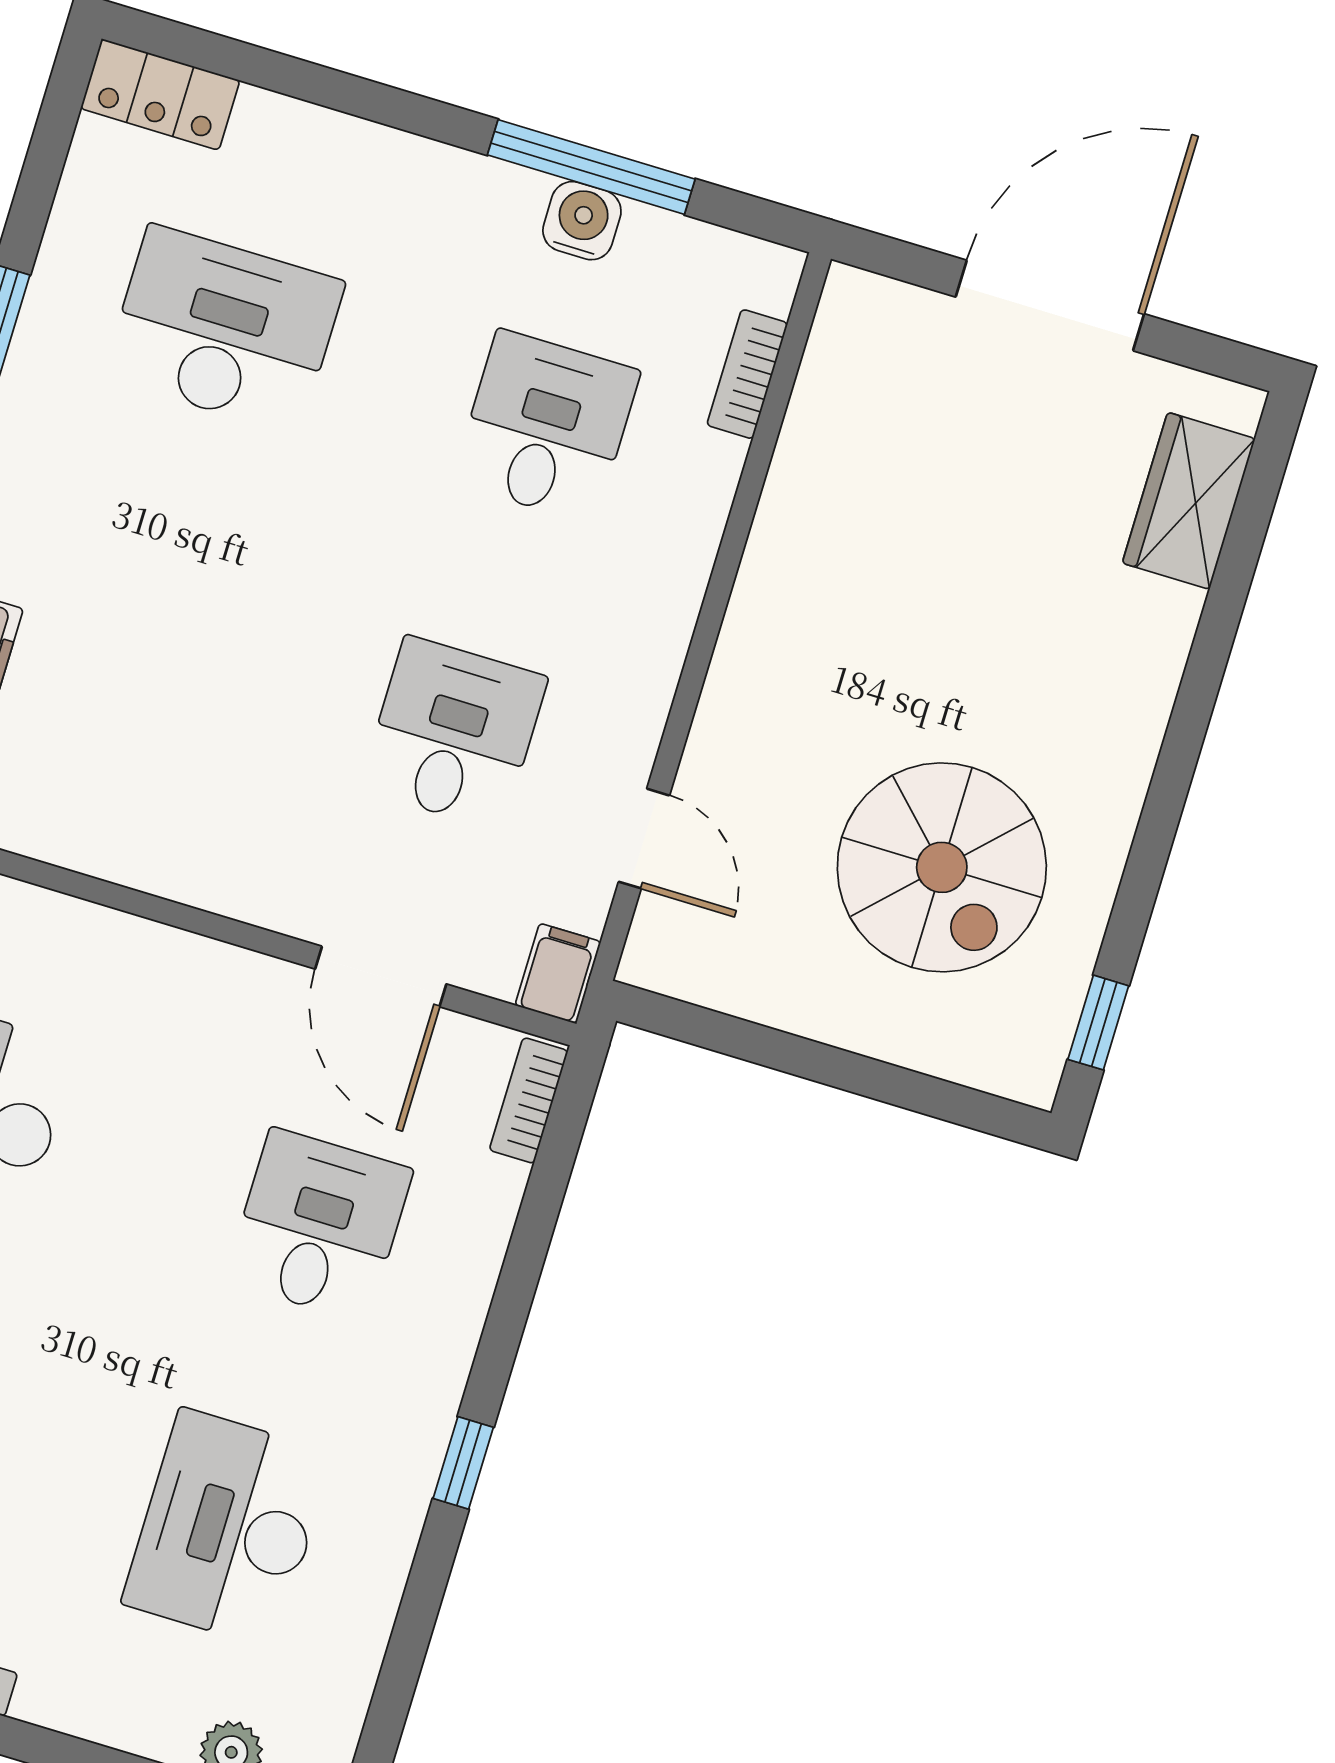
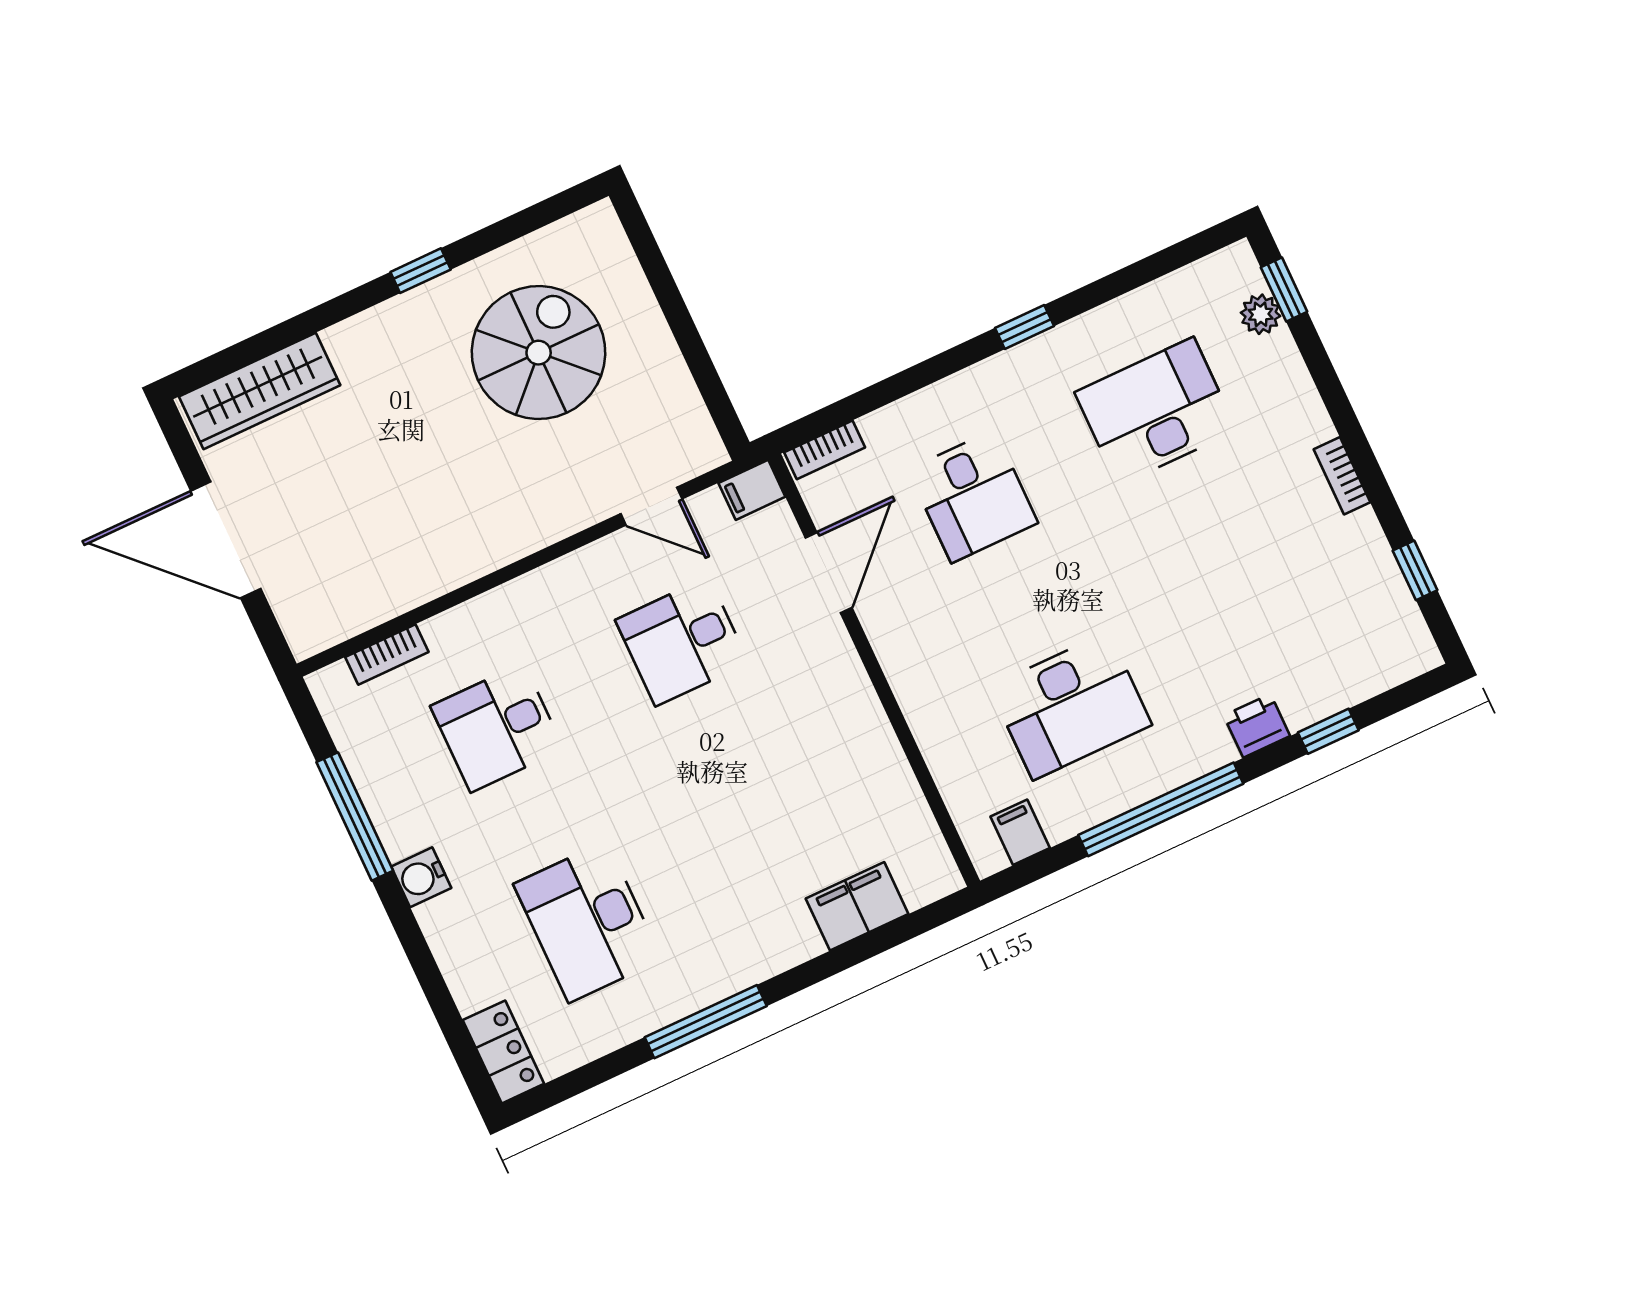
water cooler: (582, 221) -> (421, 877), moved
wardrobe: (1189, 501) -> (260, 391), width x1.50
door: (644, 839) -> (651, 506), swing flipped
window: (1098, 1023) -> (421, 271), moved
desk: (319, 1225) -> (973, 496), turned -90
desk: (227, 1528) -> (1156, 411), turned 180

